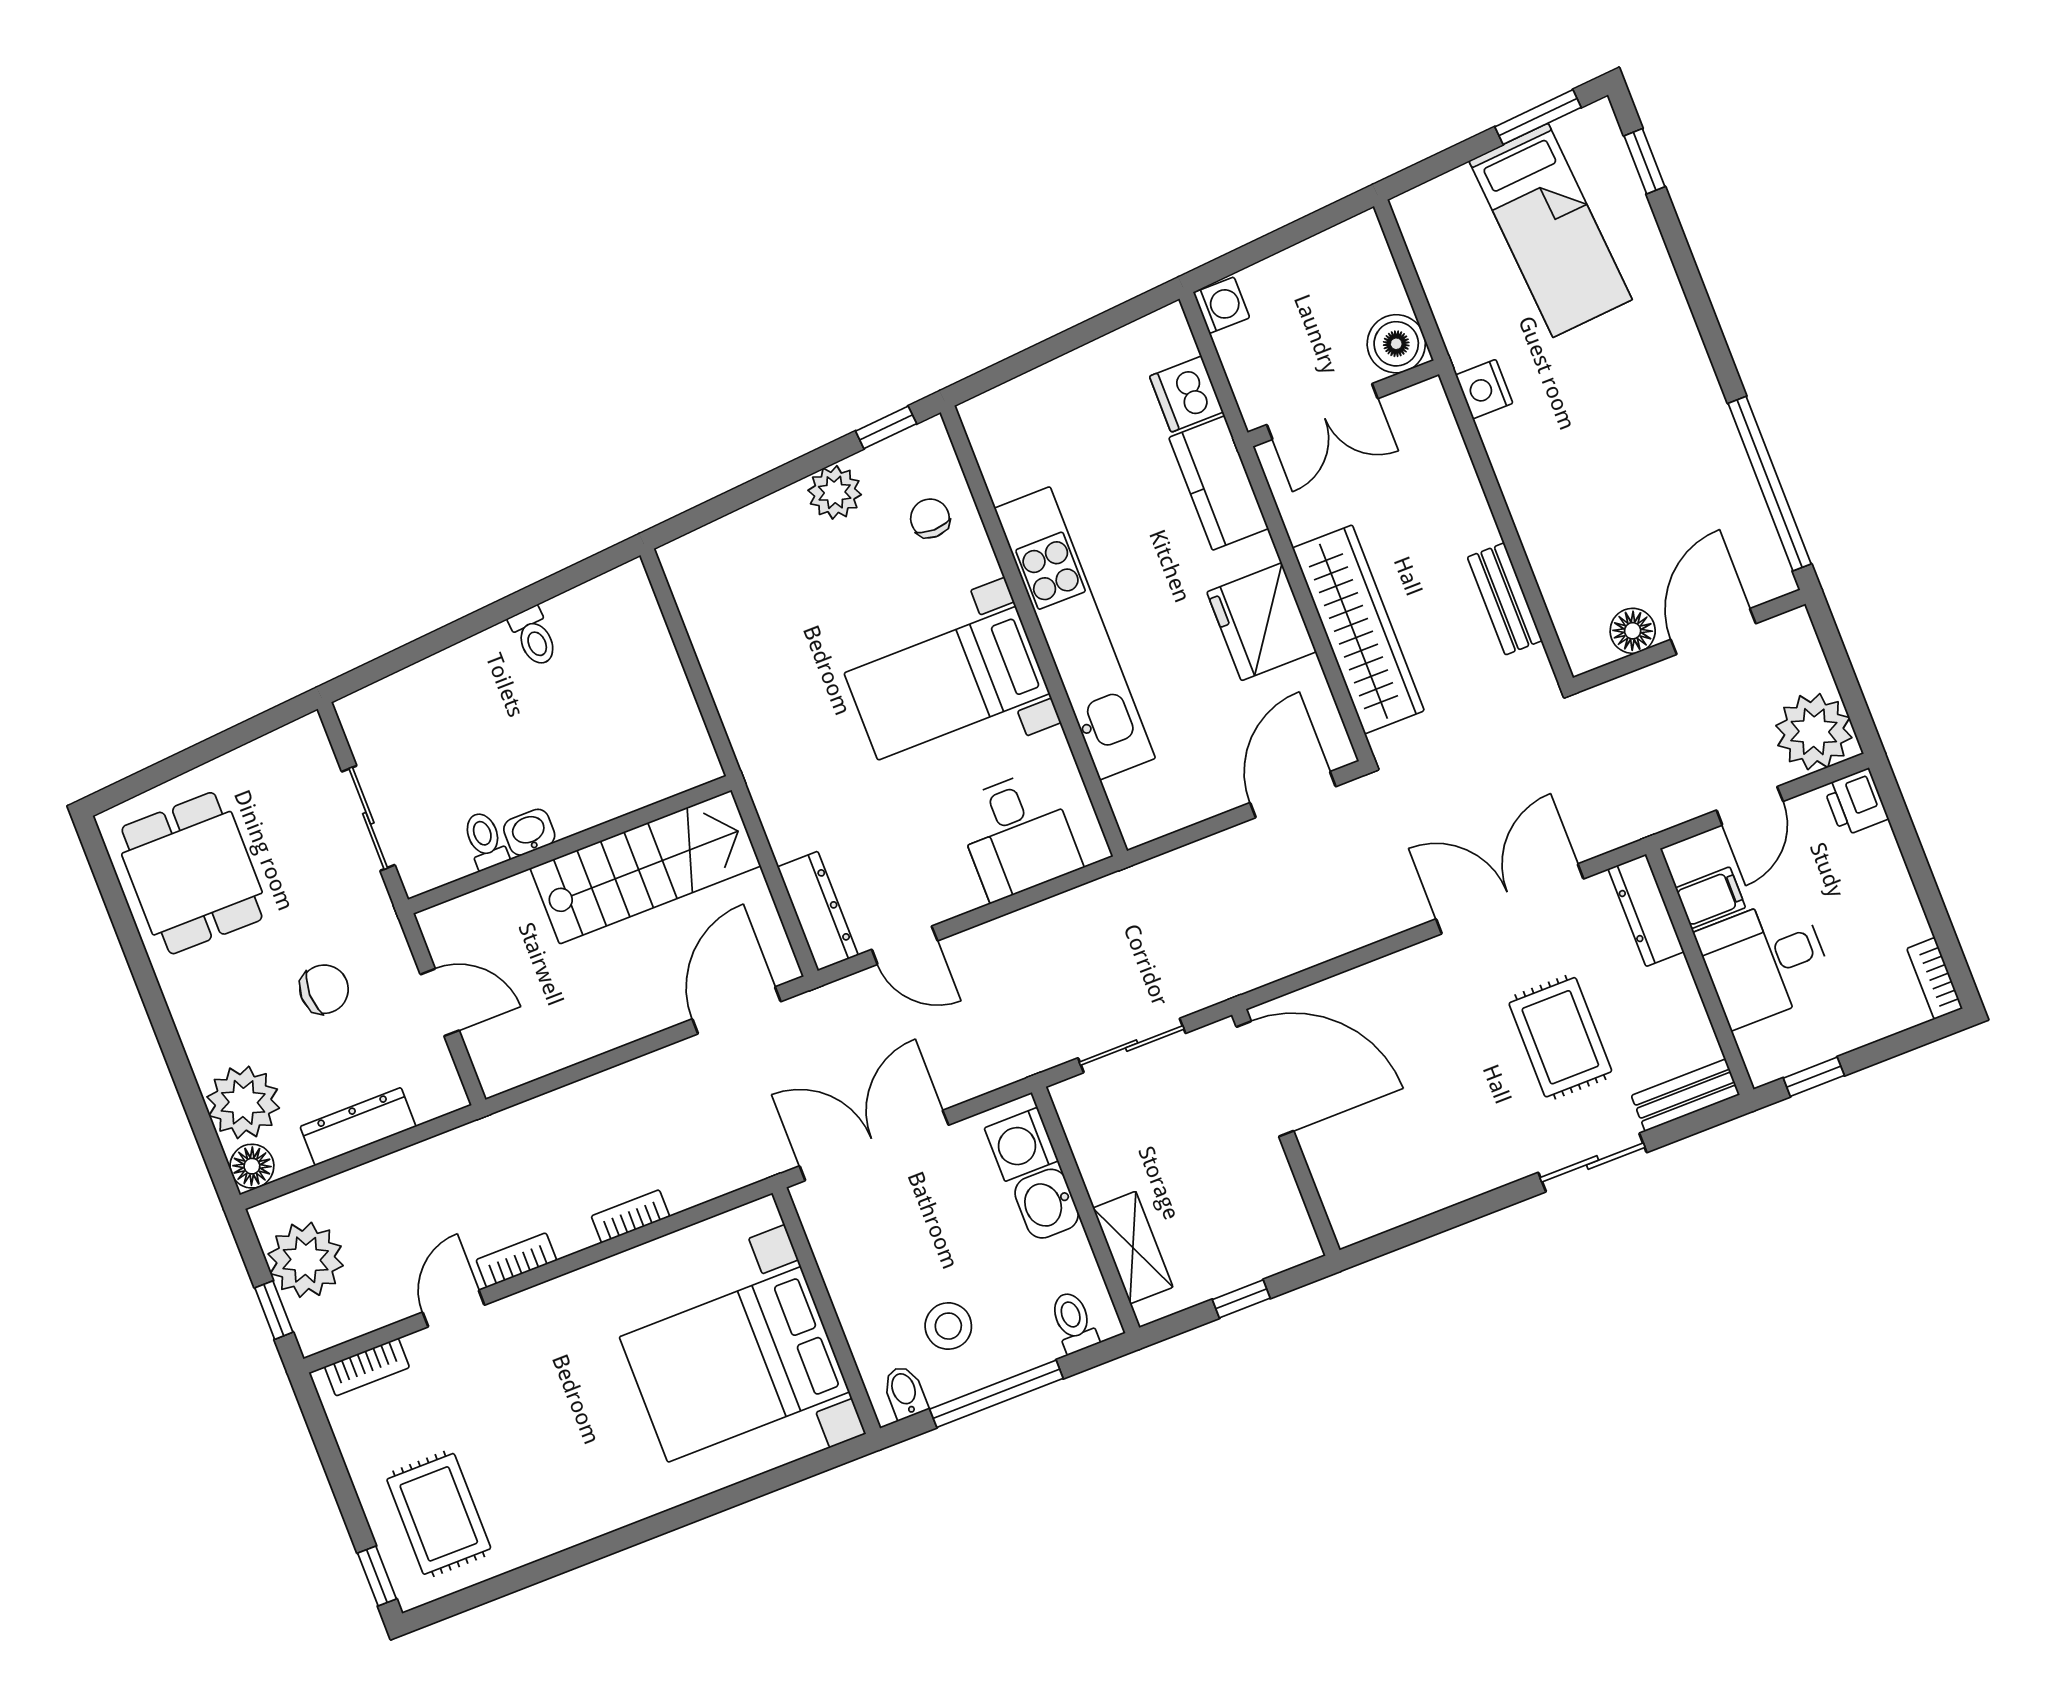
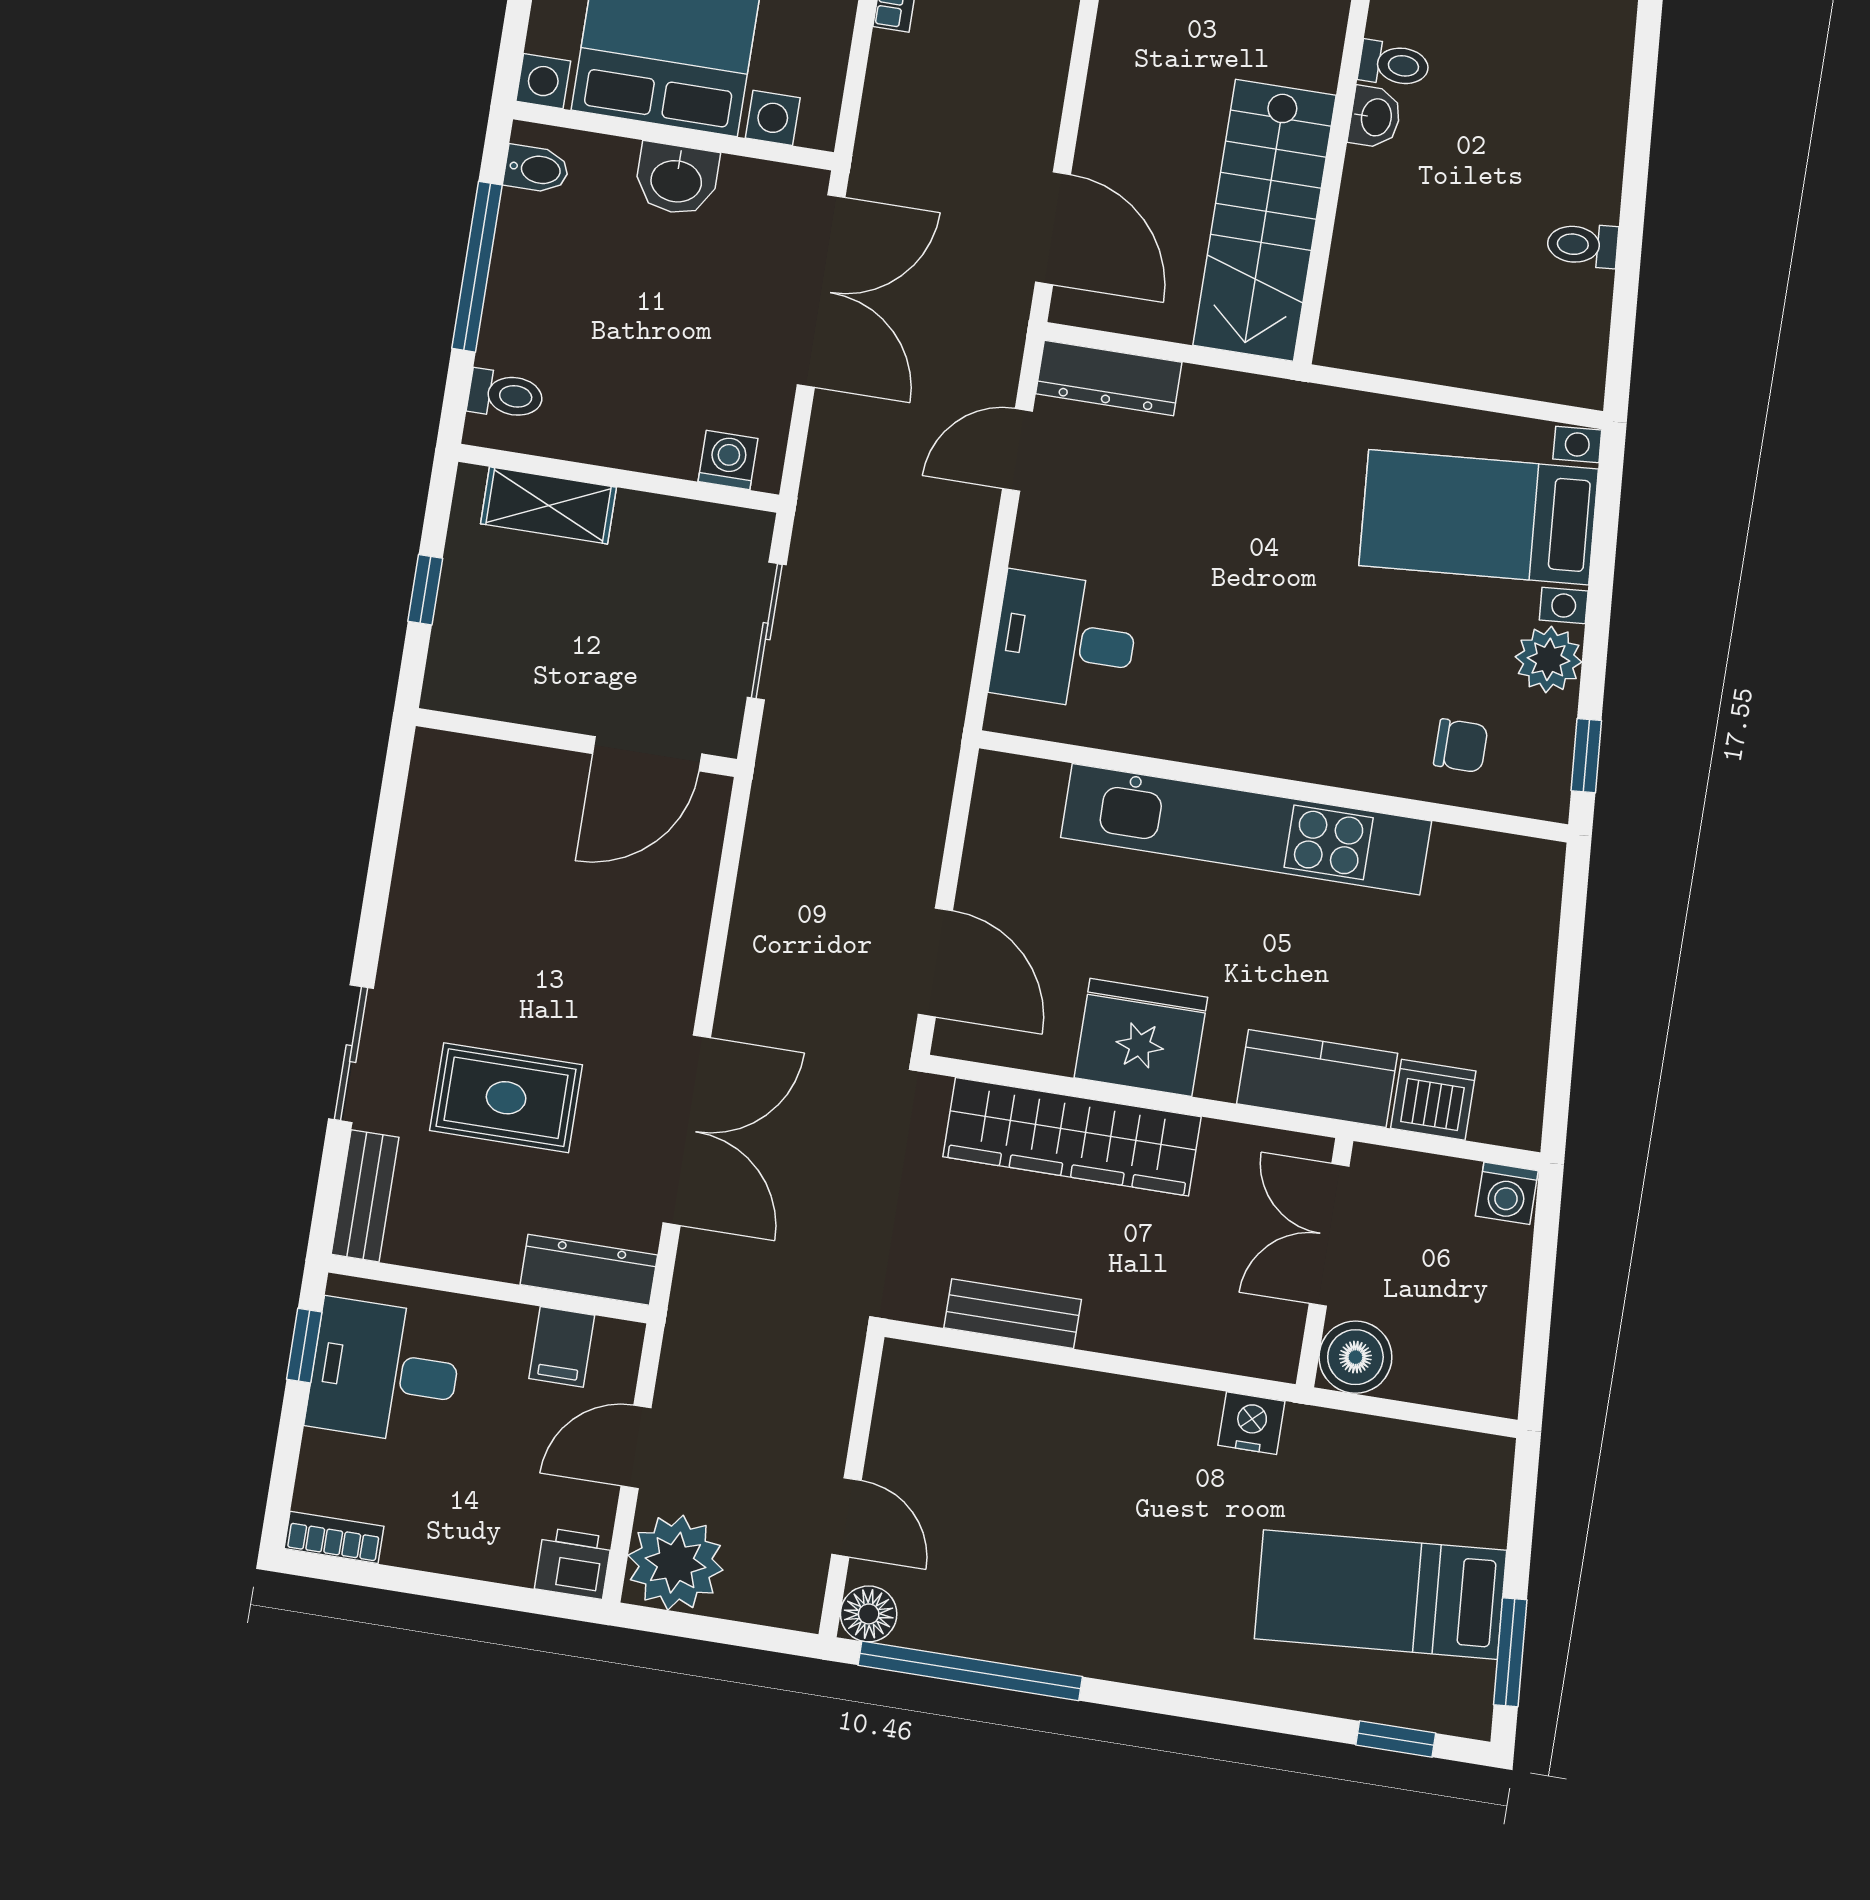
floor lamp: (1633, 631) -> (869, 1614), moved
door: (1713, 632) -> (846, 1517), width x0.73
bed with nightstands: (947, 683) -> (1479, 517), moved, turned -94
door: (1750, 806) -> (636, 1447), hinge flipped
desk: (1765, 961) -> (385, 1372), moved, turned -90
door: (1265, 1079) -> (647, 754), width x0.73
washing machine: (1021, 1144) -> (728, 460), width x0.73, depth x0.73
washbasin: (1047, 1204) -> (676, 179), moved, turned 180
stool: (948, 1326) -> (580, 258), removed

